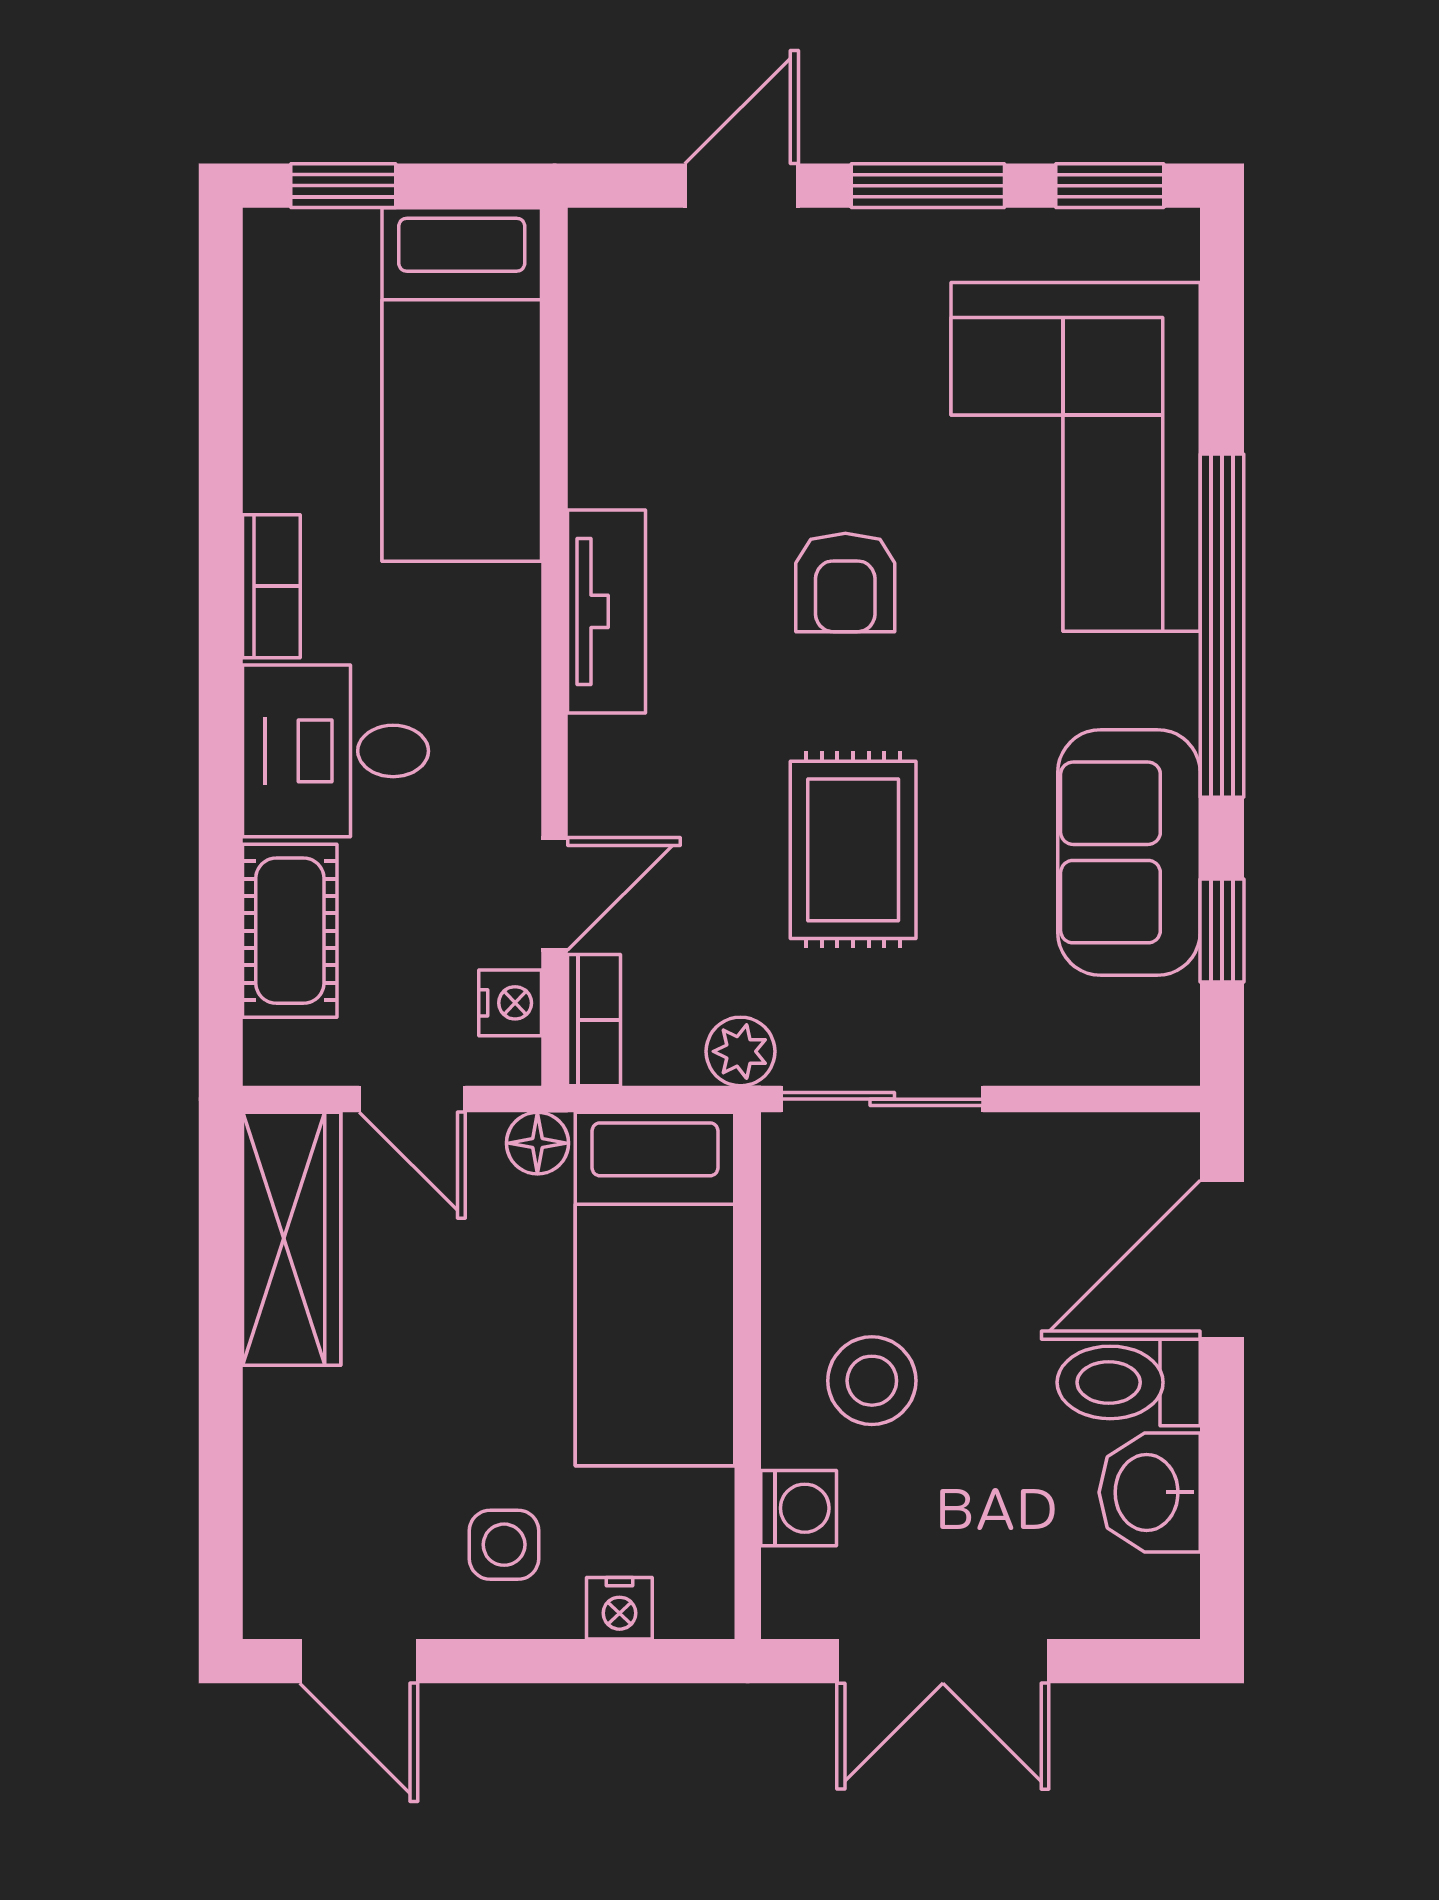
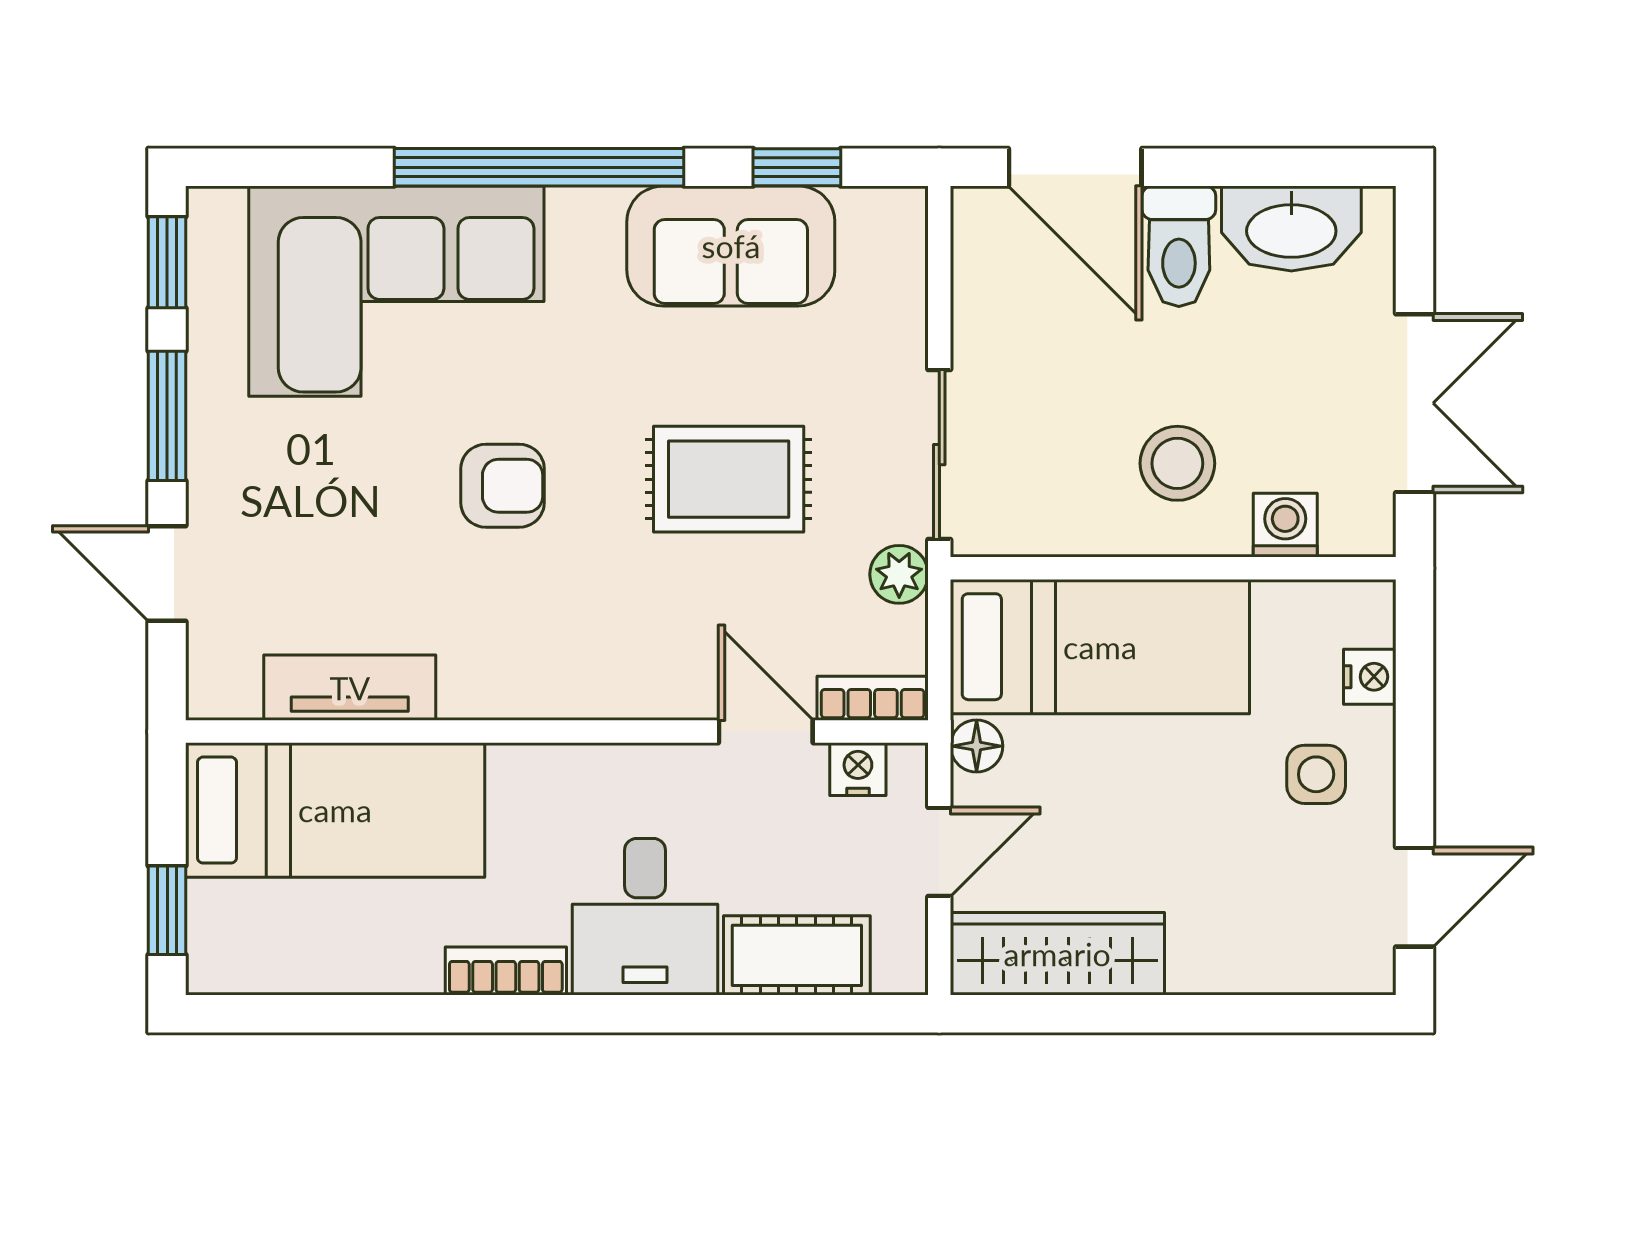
tv unit: (606, 611) -> (350, 688), moved
washbasin: (1150, 1492) -> (1291, 228), width x1.38

